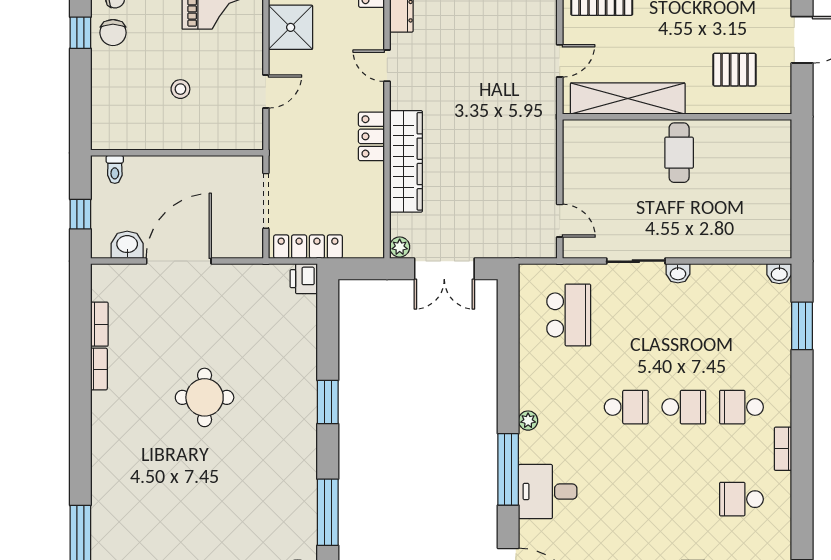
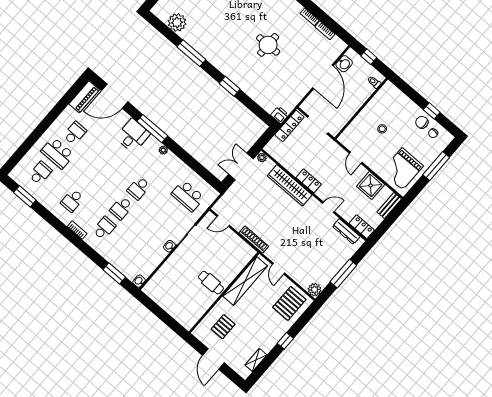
shoe rack: (547, 143) -> (254, 240), added
school desk: (741, 499) -> (72, 201), turned 180

